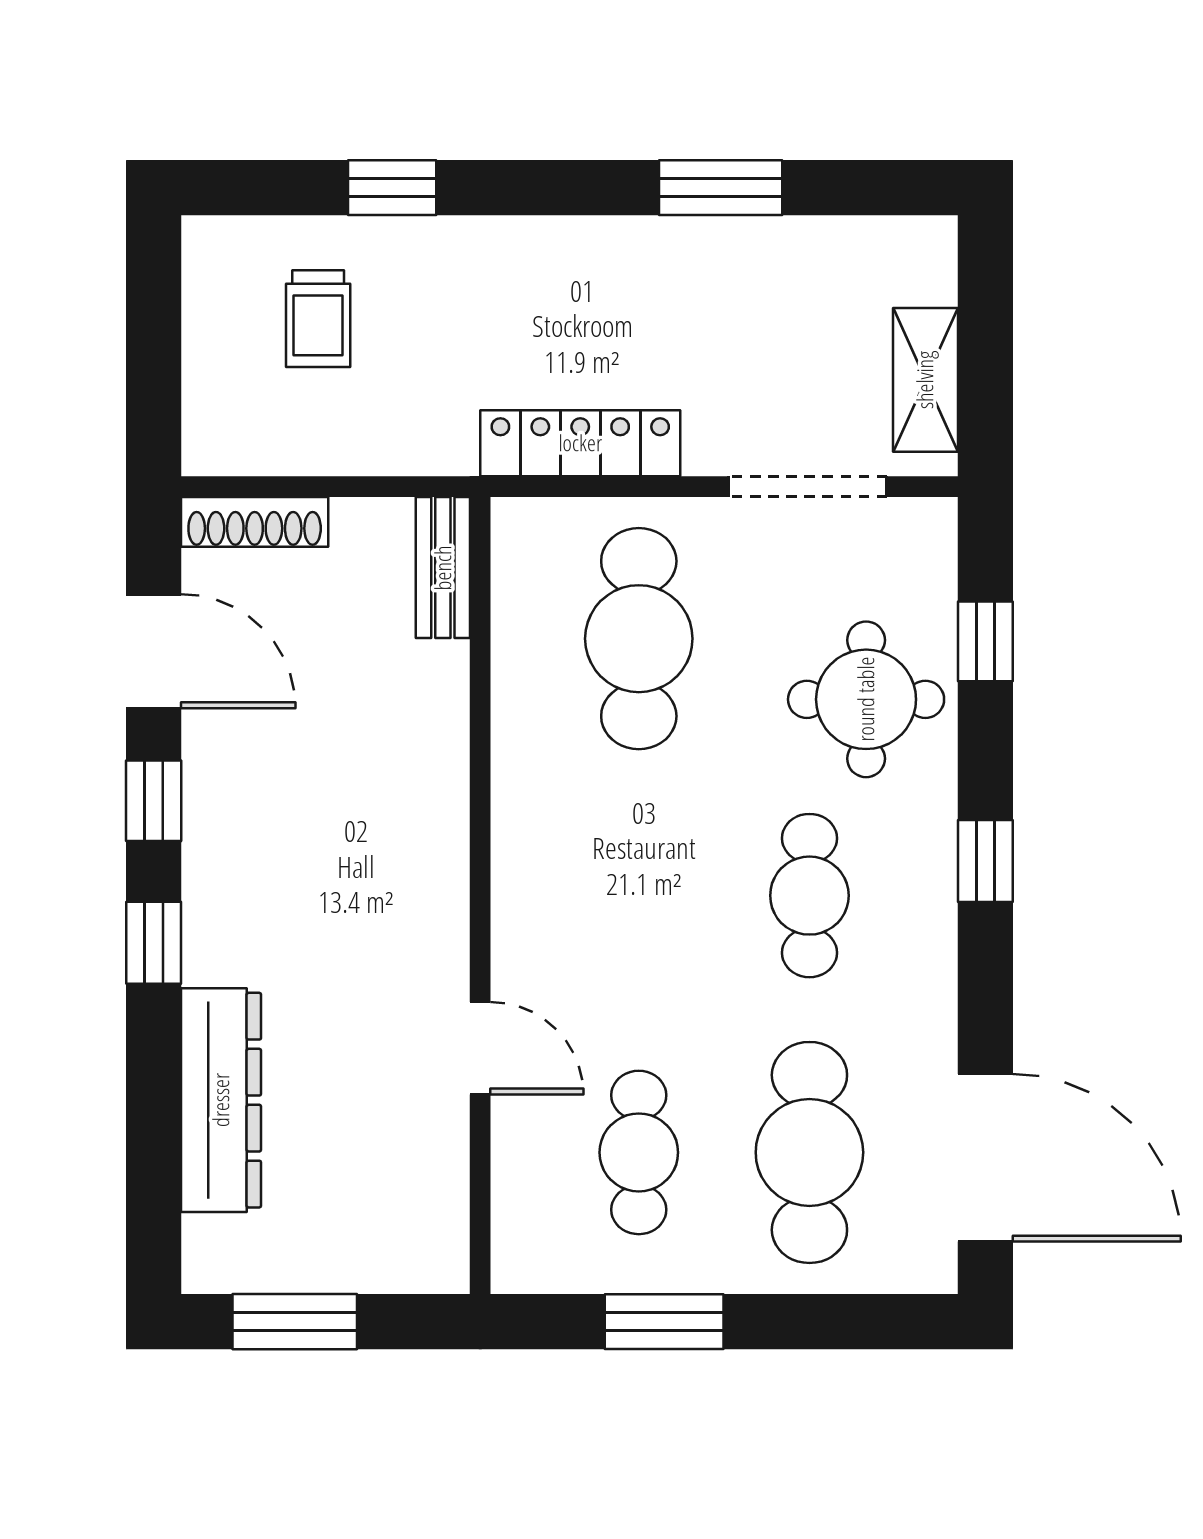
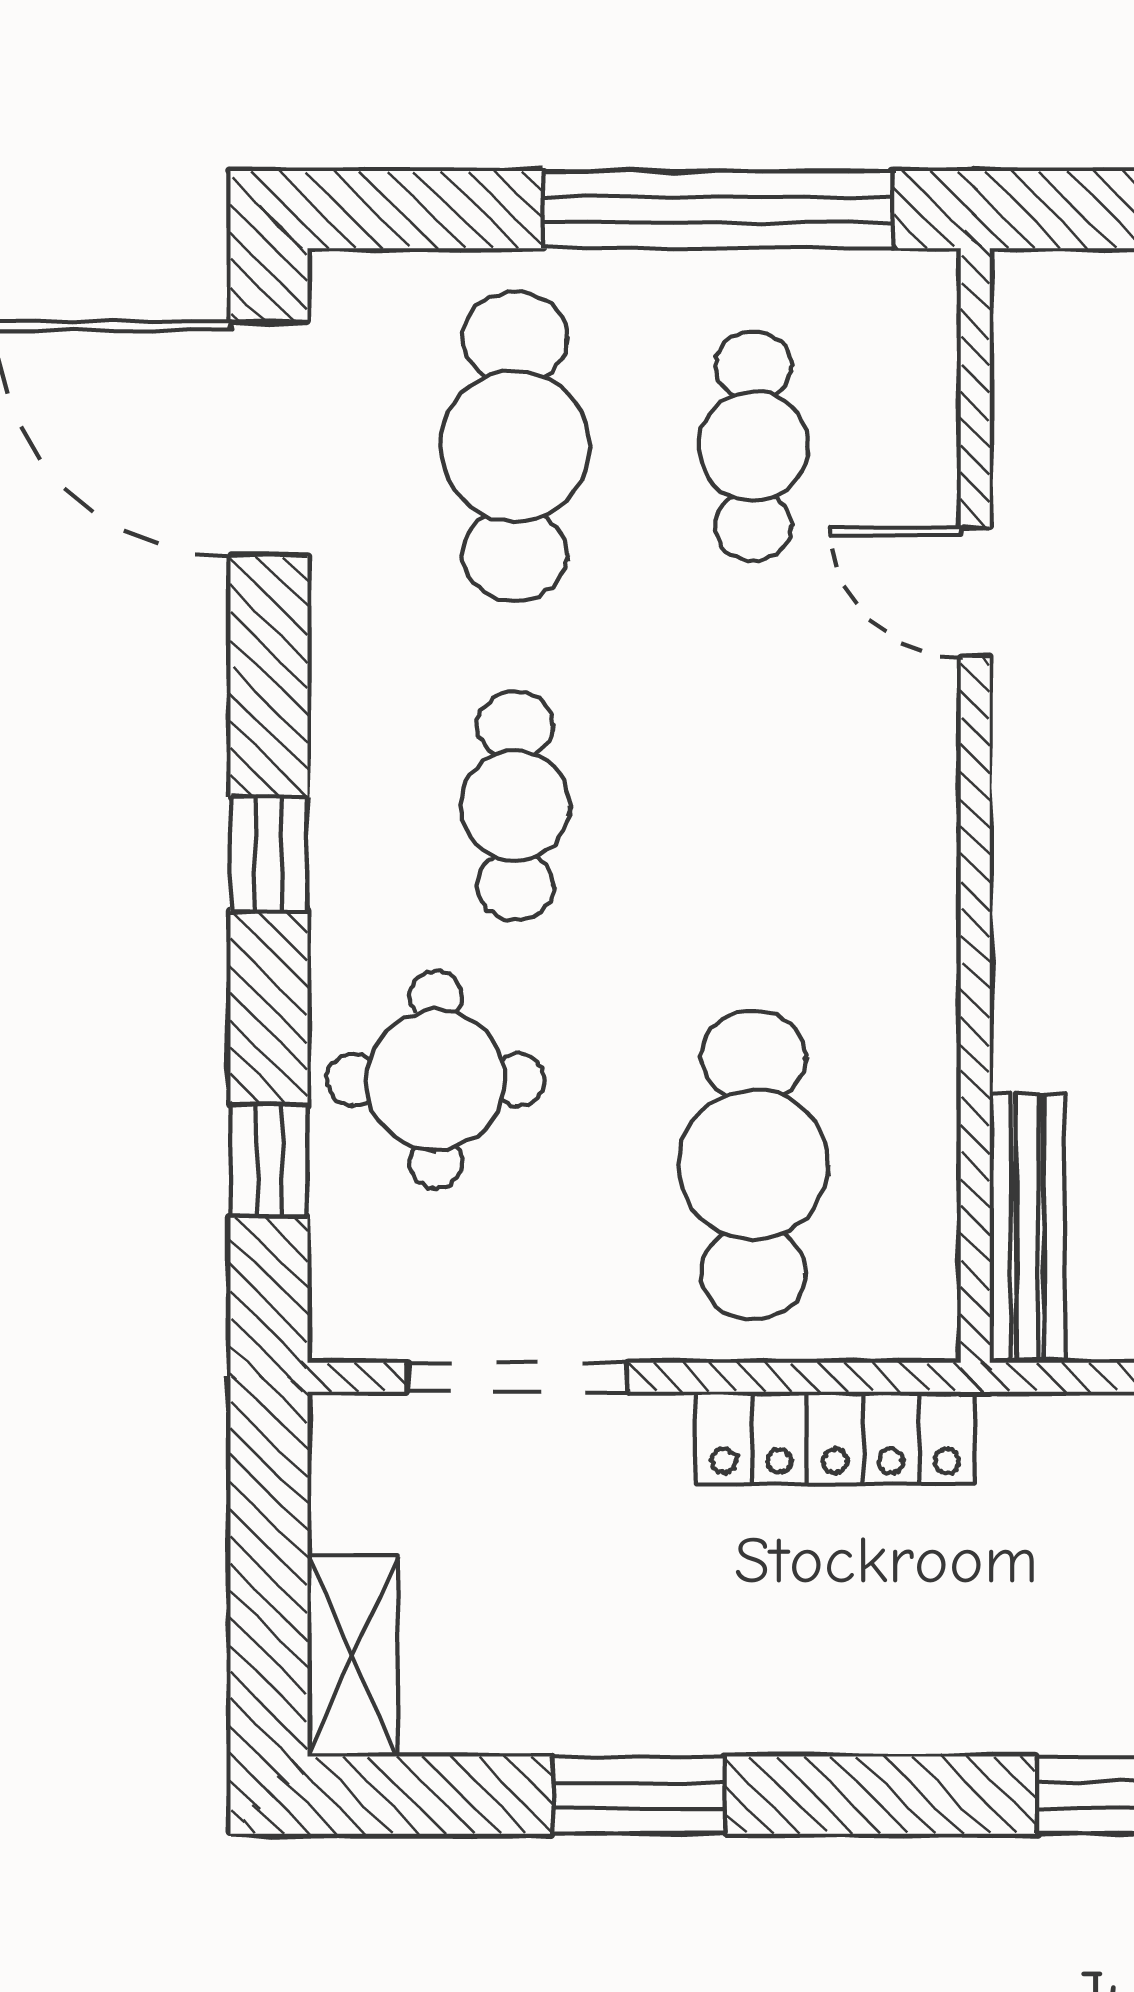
shelving: (925, 380) -> (353, 1656), moved
bench: (443, 568) -> (1027, 1228), width x1.36
window: (664, 1322) -> (718, 210), width x2.11

